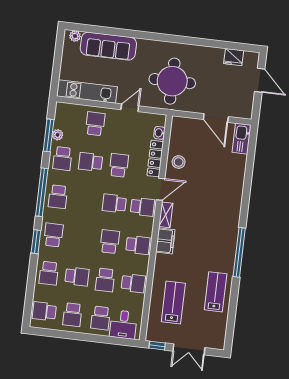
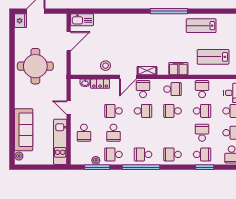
fridge: (234, 57) -> (21, 21), moved
round table: (172, 81) -> (35, 66), moved
school desk: (95, 124) -> (84, 133), turned -90
school desk: (62, 159) -> (113, 154), turned 180
locker: (155, 159) -> (100, 84), width x0.66
door: (160, 189) -> (128, 77), swing flipped
school desk: (58, 197) -> (143, 154), turned 180
school desk: (114, 203) -> (143, 111), turned -90
filing cabinet: (165, 241) -> (178, 69), moved
window: (36, 242) -> (205, 167), moved
school desk: (138, 245) -> (173, 89), turned 90

